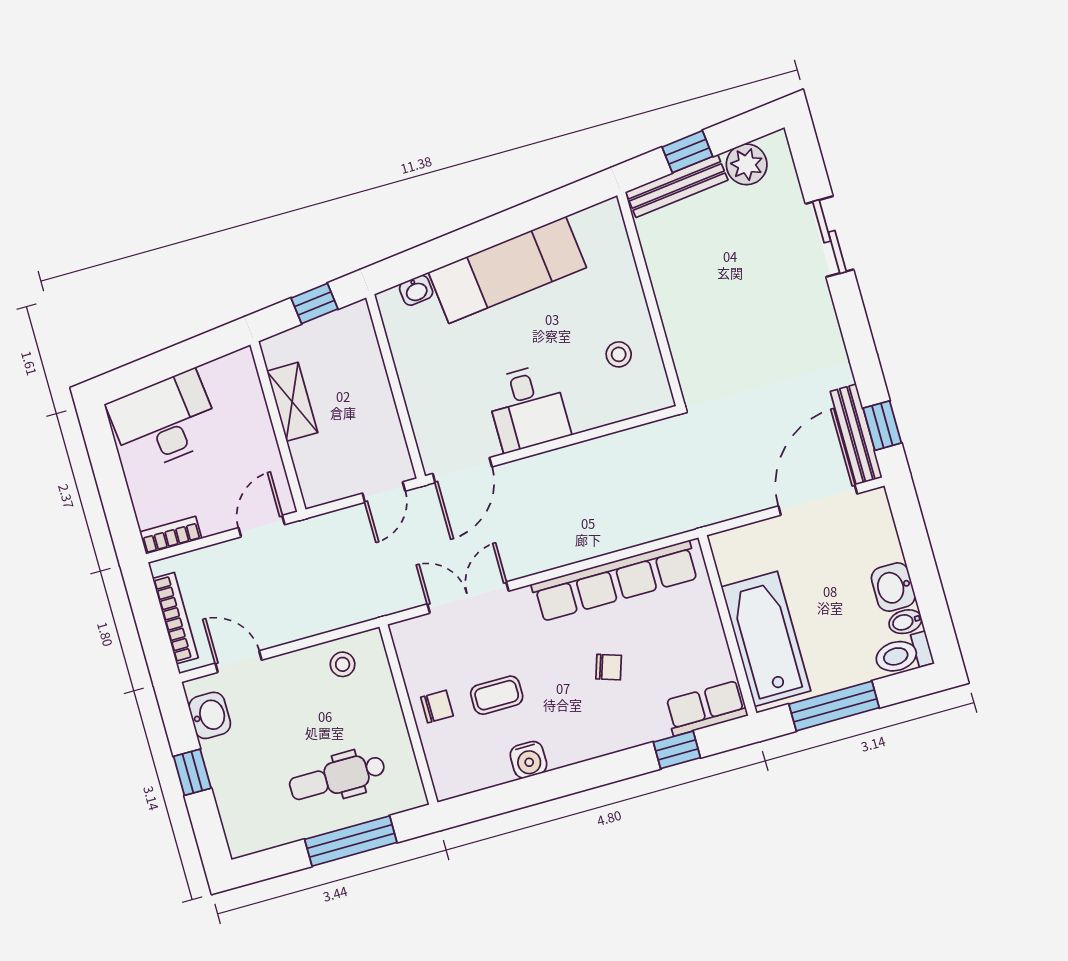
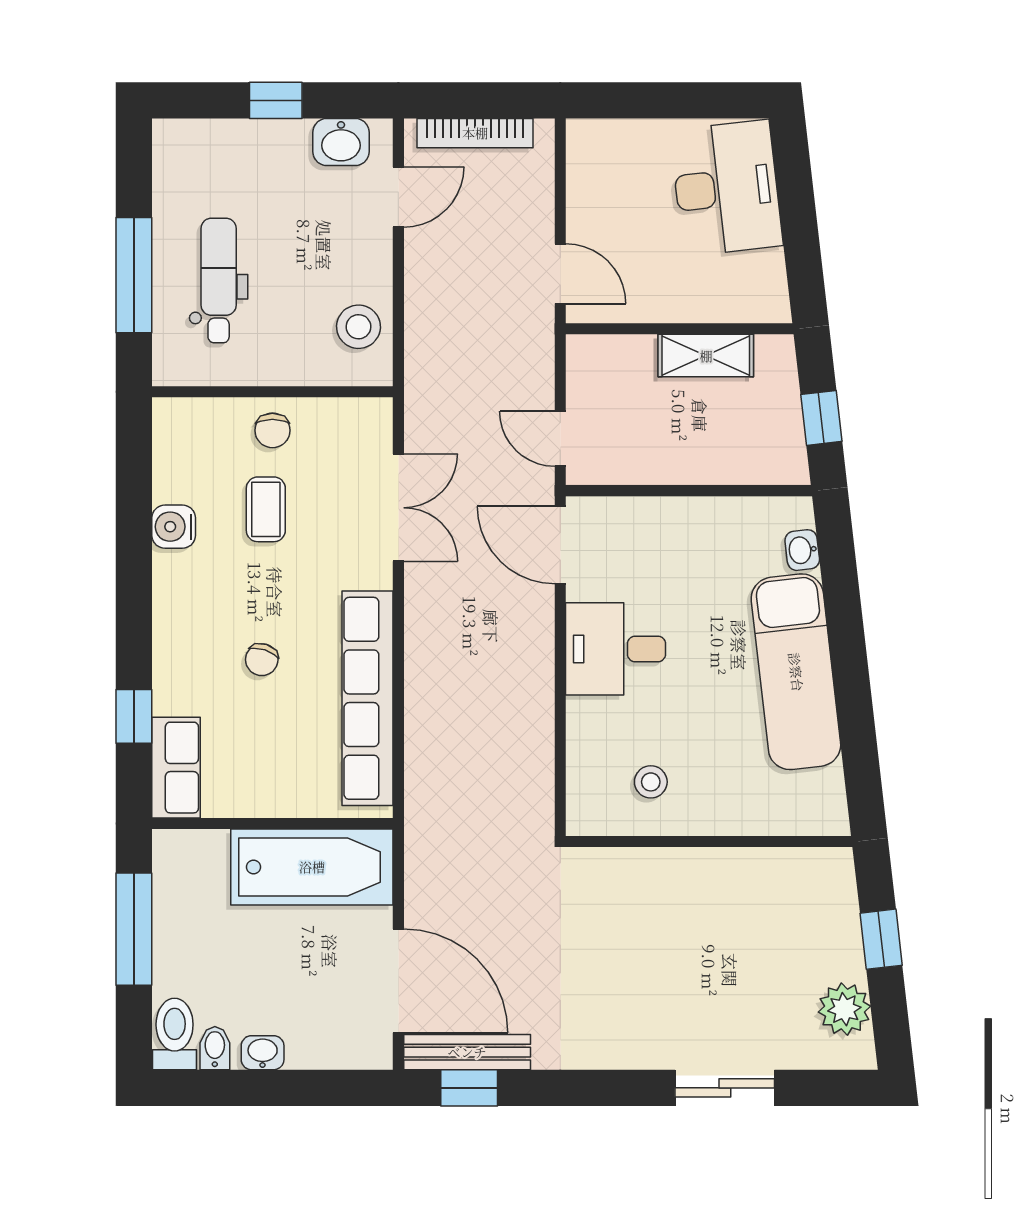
bench: (677, 186) -> (842, 914), removed
bookcase: (171, 535) -> (581, 156), removed
washbasin: (893, 587) -> (263, 1053), width x0.72, depth x0.69
bathtub: (766, 639) -> (312, 867), moved
stool: (343, 664) -> (358, 327), width x1.37, depth x1.37

